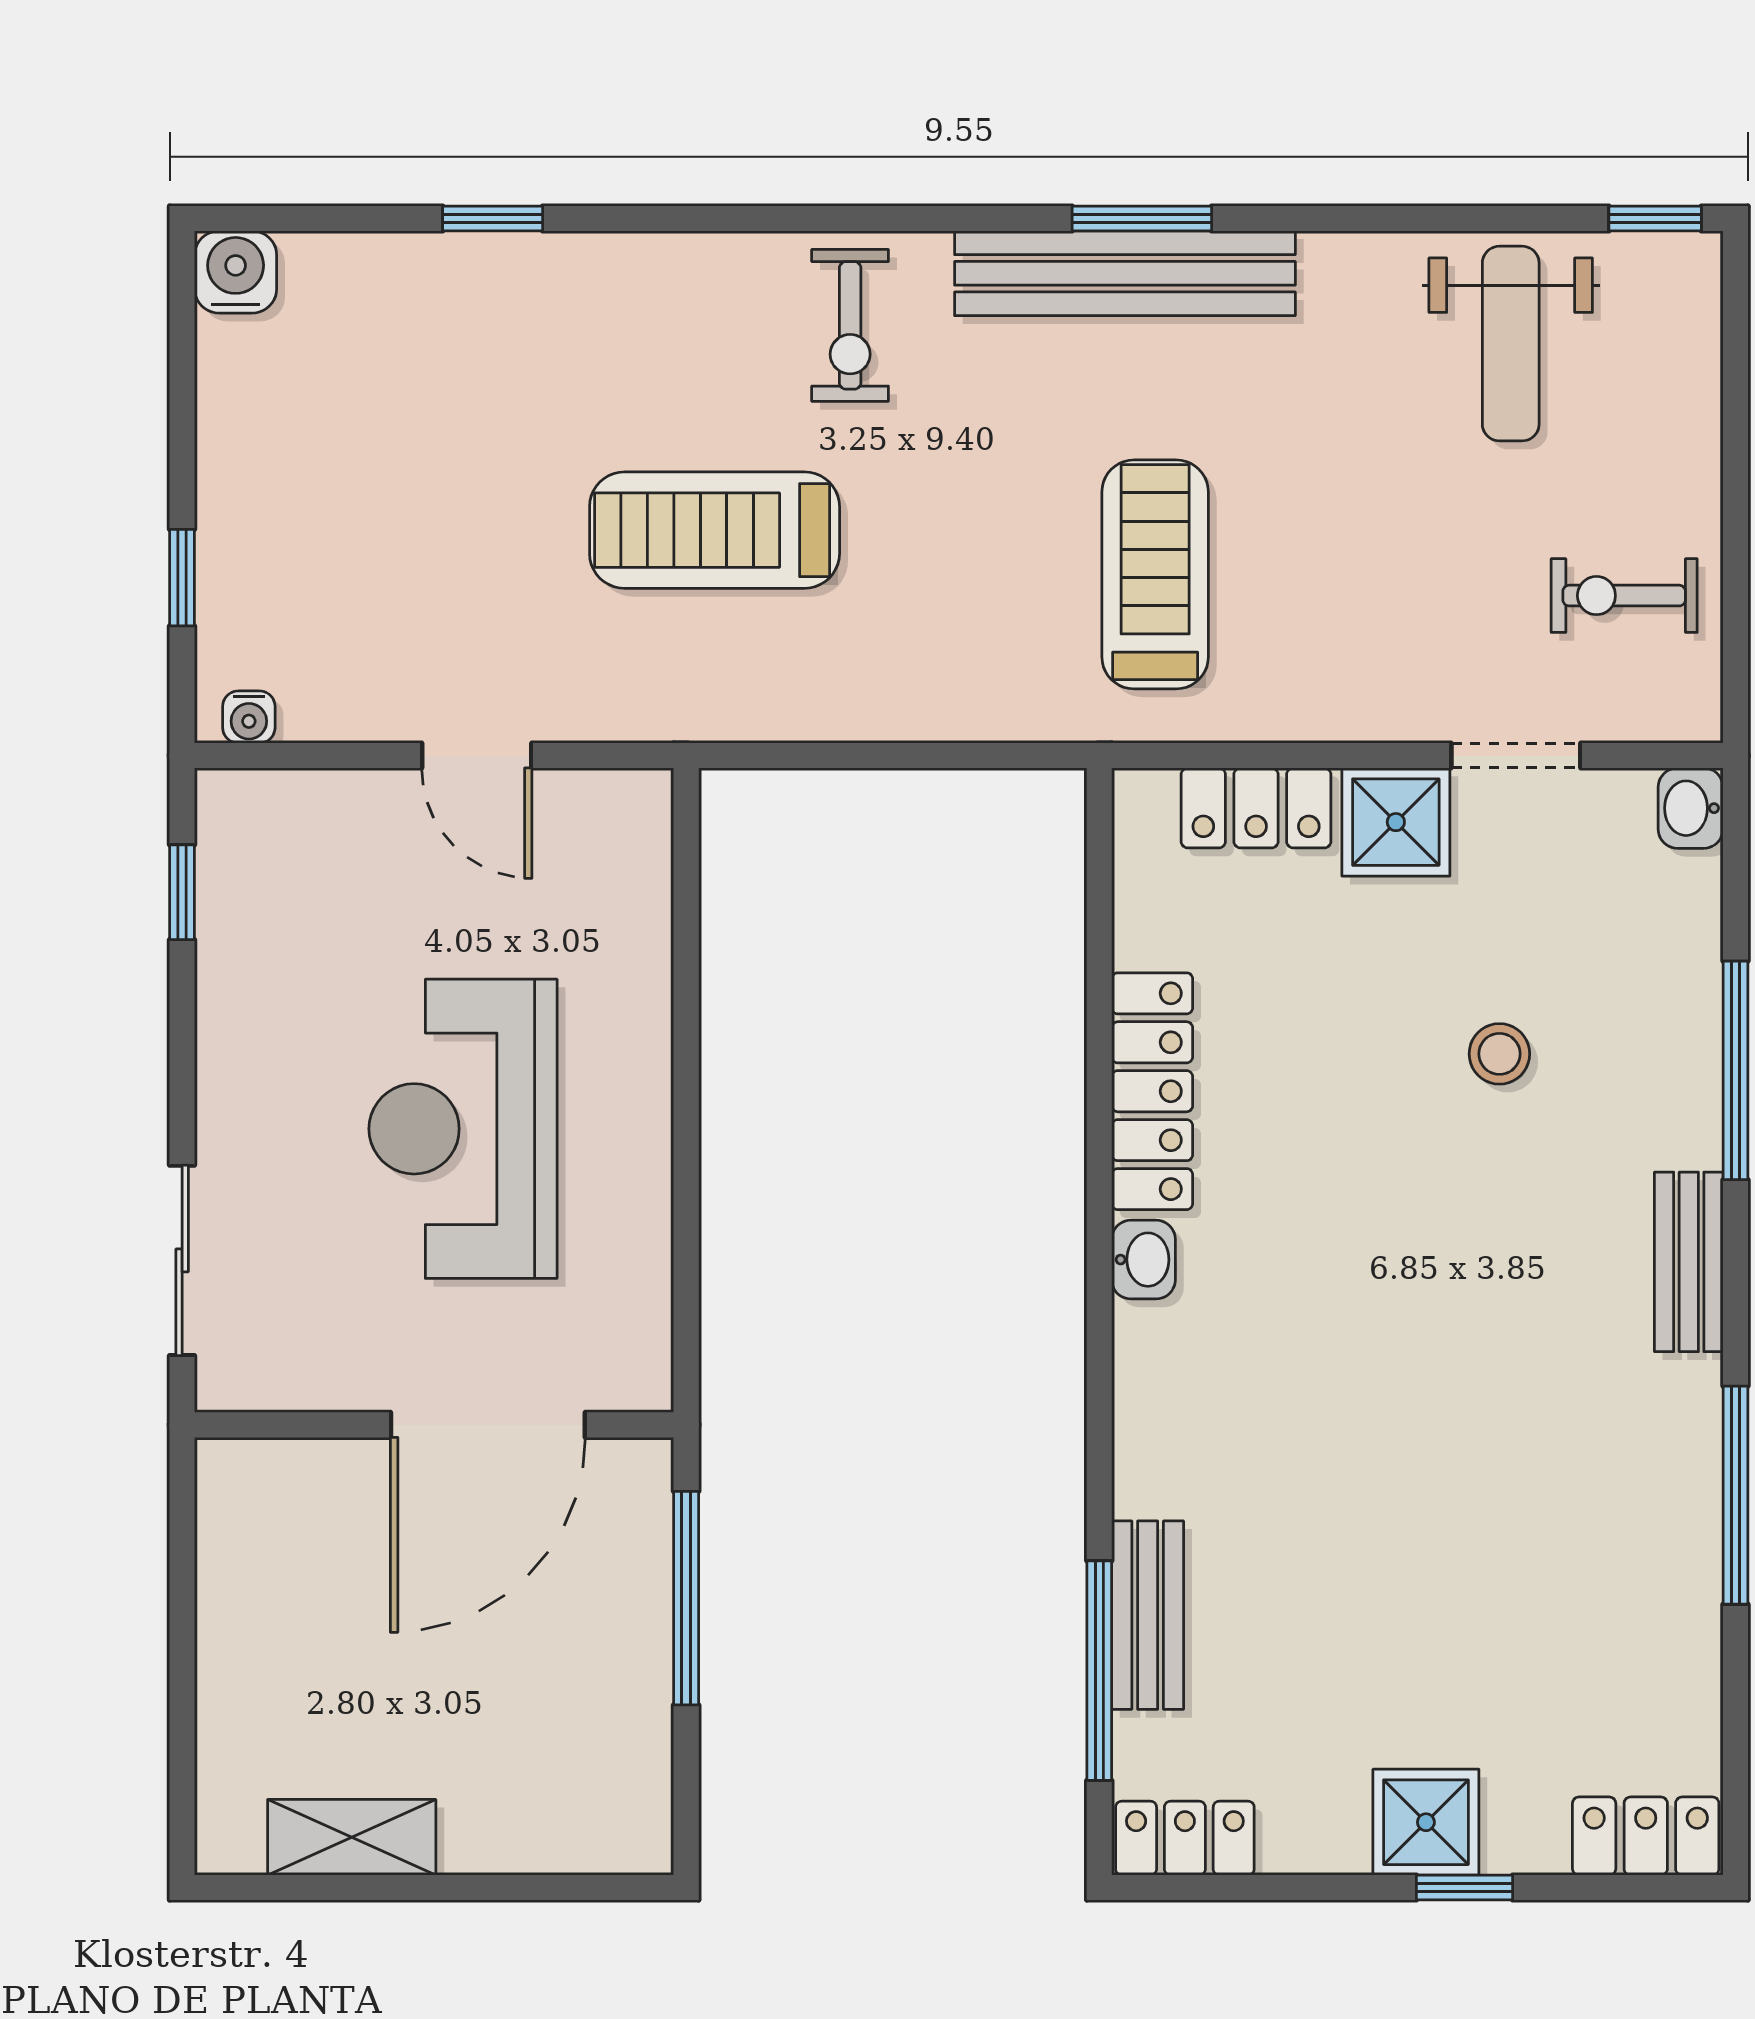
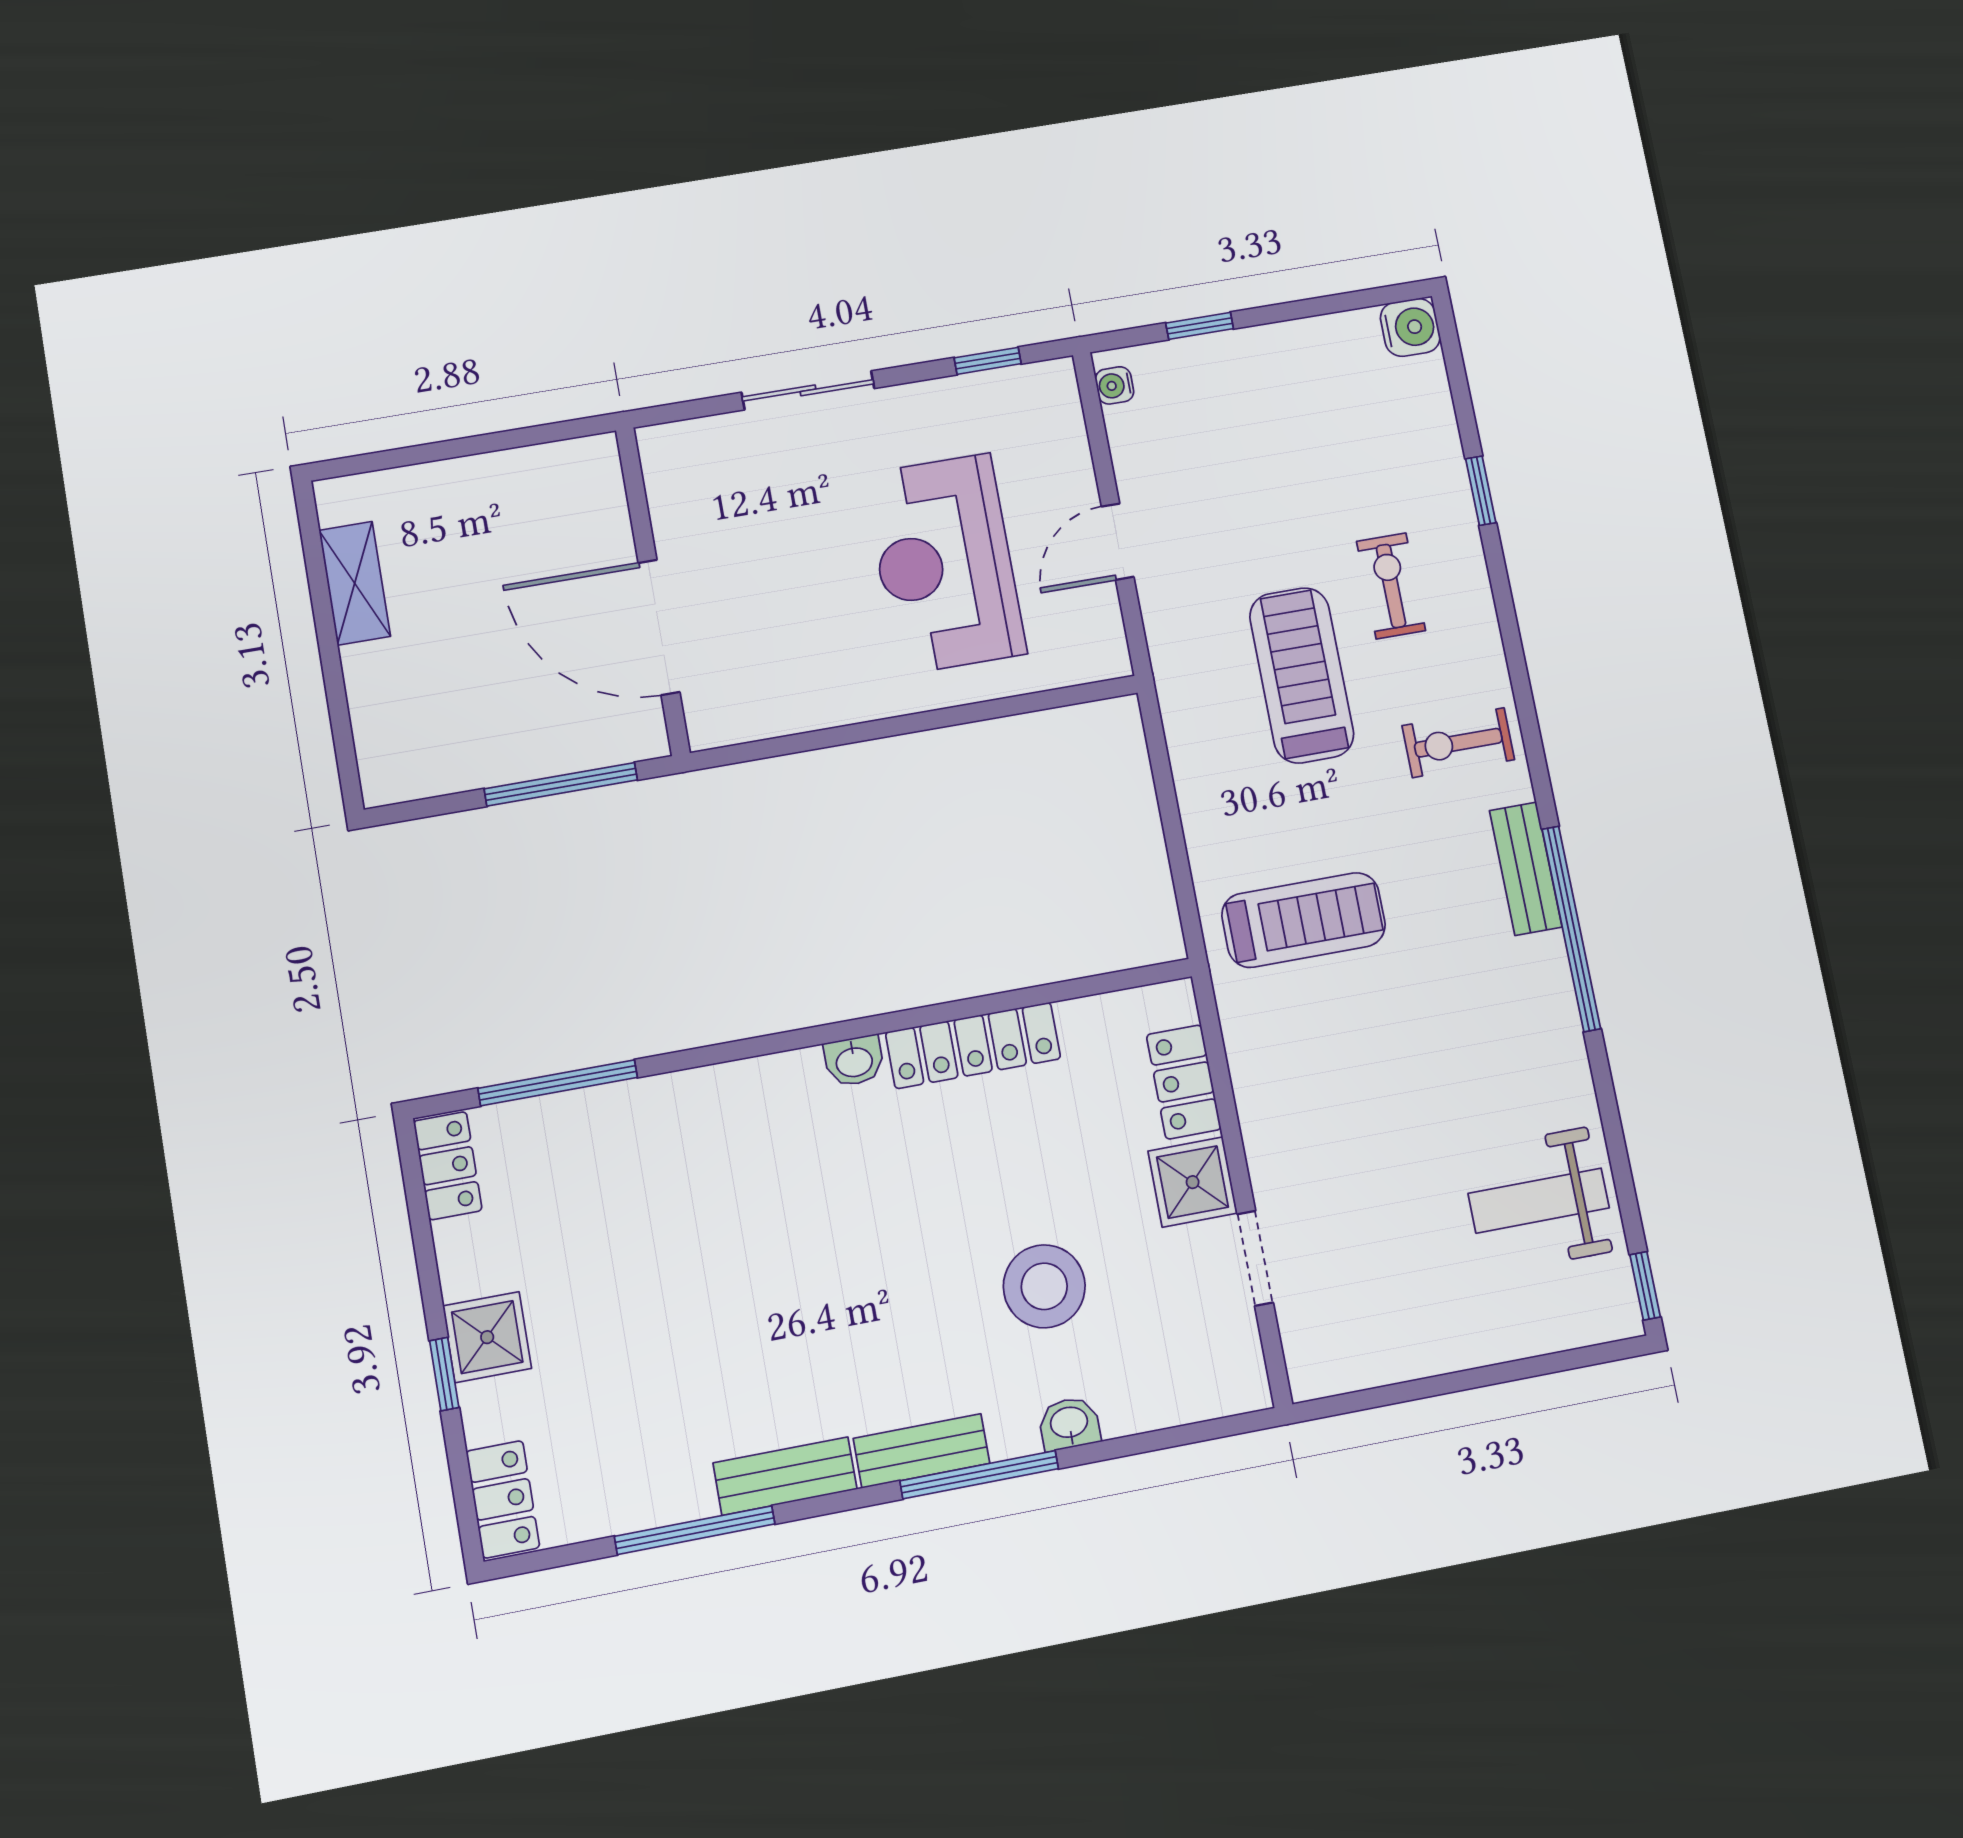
window: (1142, 219) -> (1571, 929), width x2.11
bench: (1125, 273) -> (1526, 869), width x0.54, depth x0.82
treadmill: (1155, 574) -> (1304, 920), moved
exercise bike: (1624, 596) -> (1391, 586), moved
washbasin: (1691, 808) -> (1069, 1424), moved
stool: (1499, 1054) -> (1044, 1286), width x1.89, depth x1.89
window: (1735, 1070) -> (979, 1475), moved
reception desk: (463, 1129) -> (945, 564), moved, turned -90
sliding door: (182, 1260) -> (808, 390), moved
window: (1735, 1495) -> (695, 1530), moved
bench: (1148, 1615) -> (785, 1476), moved

